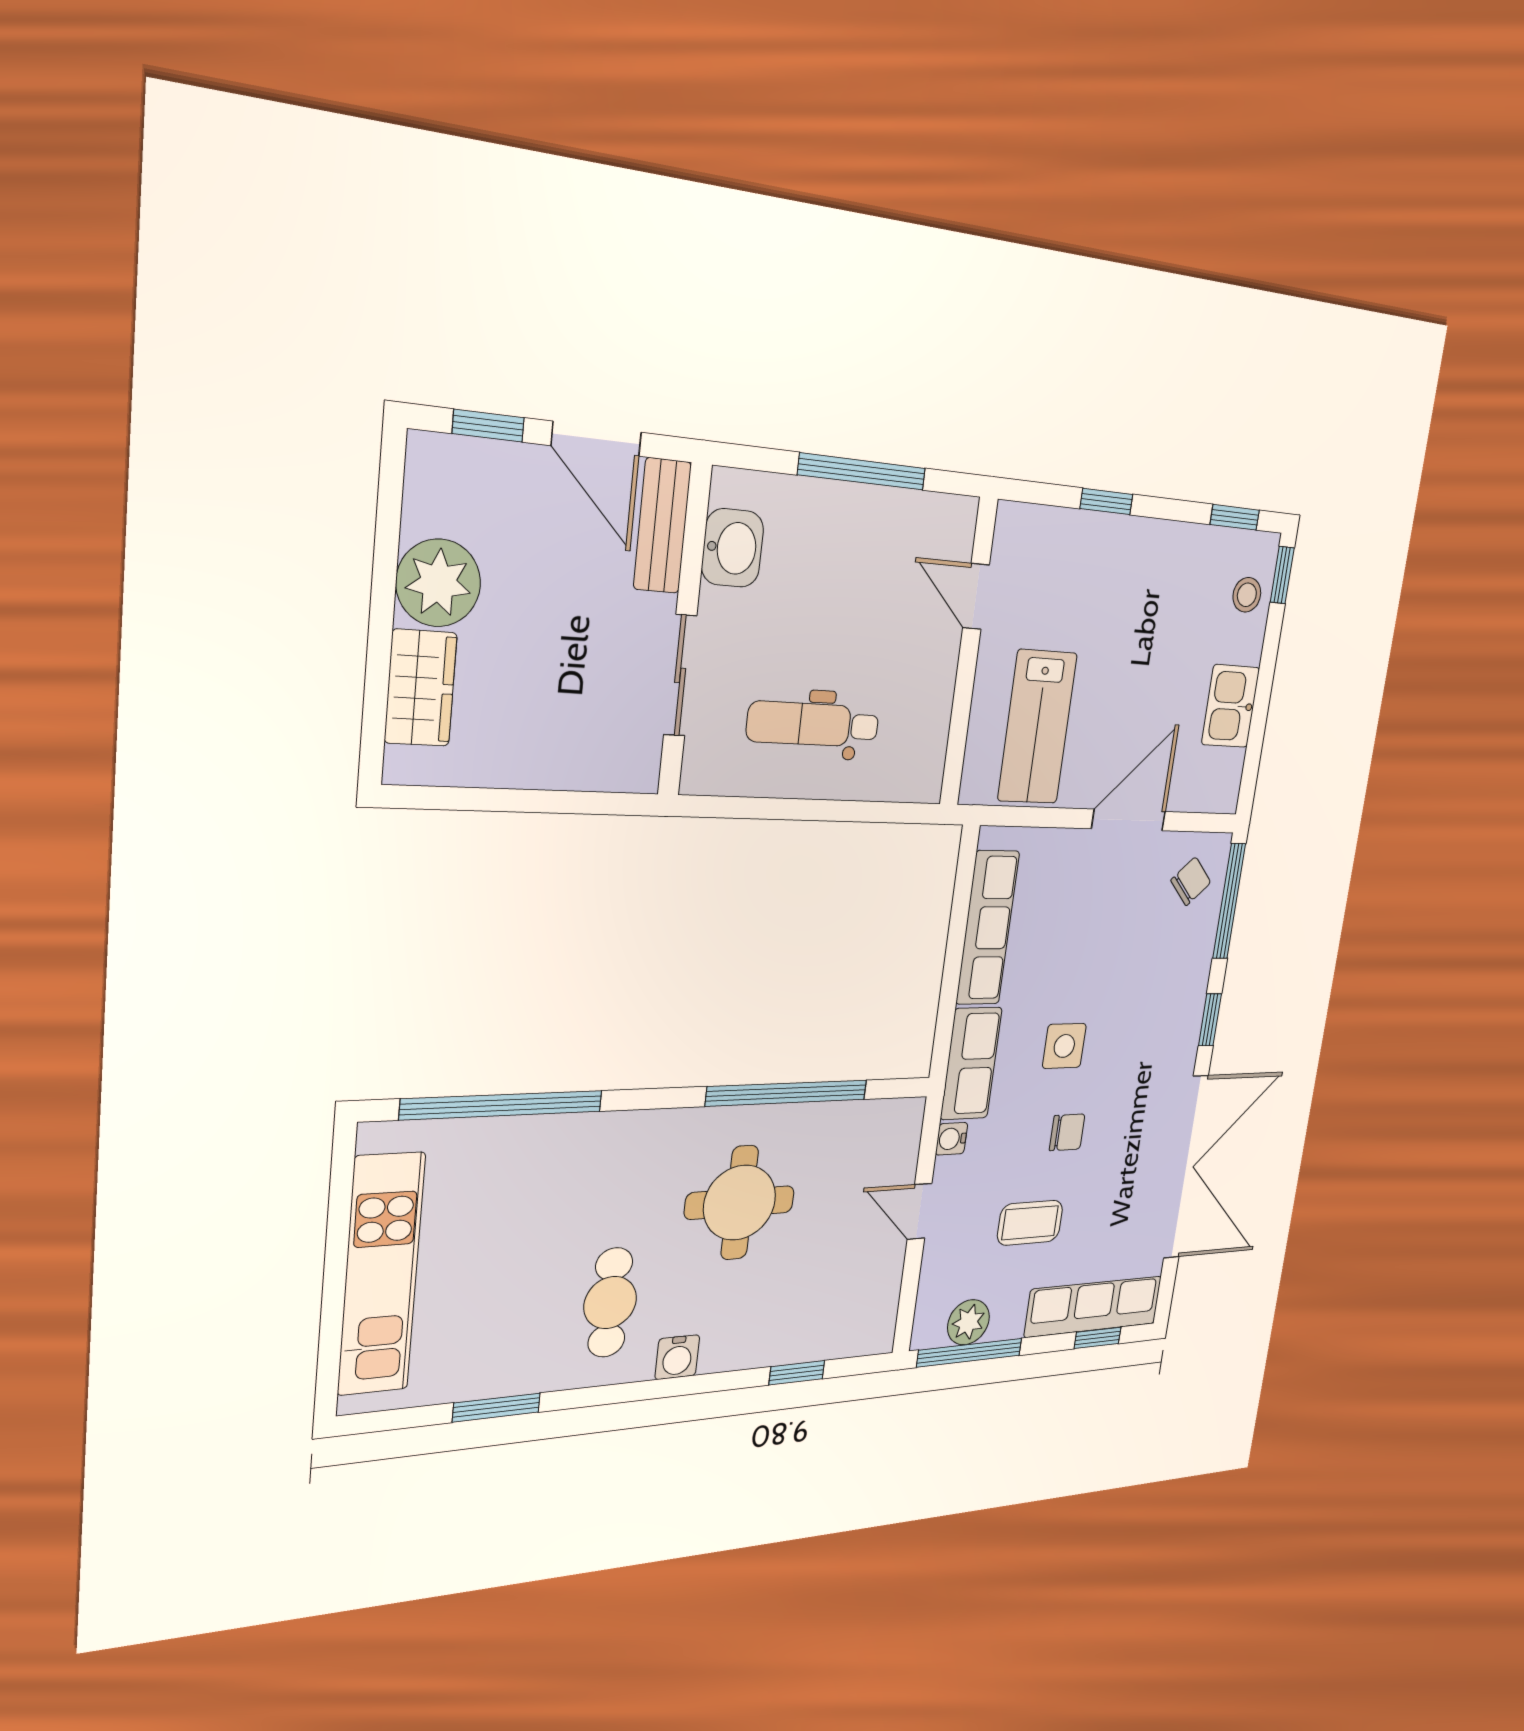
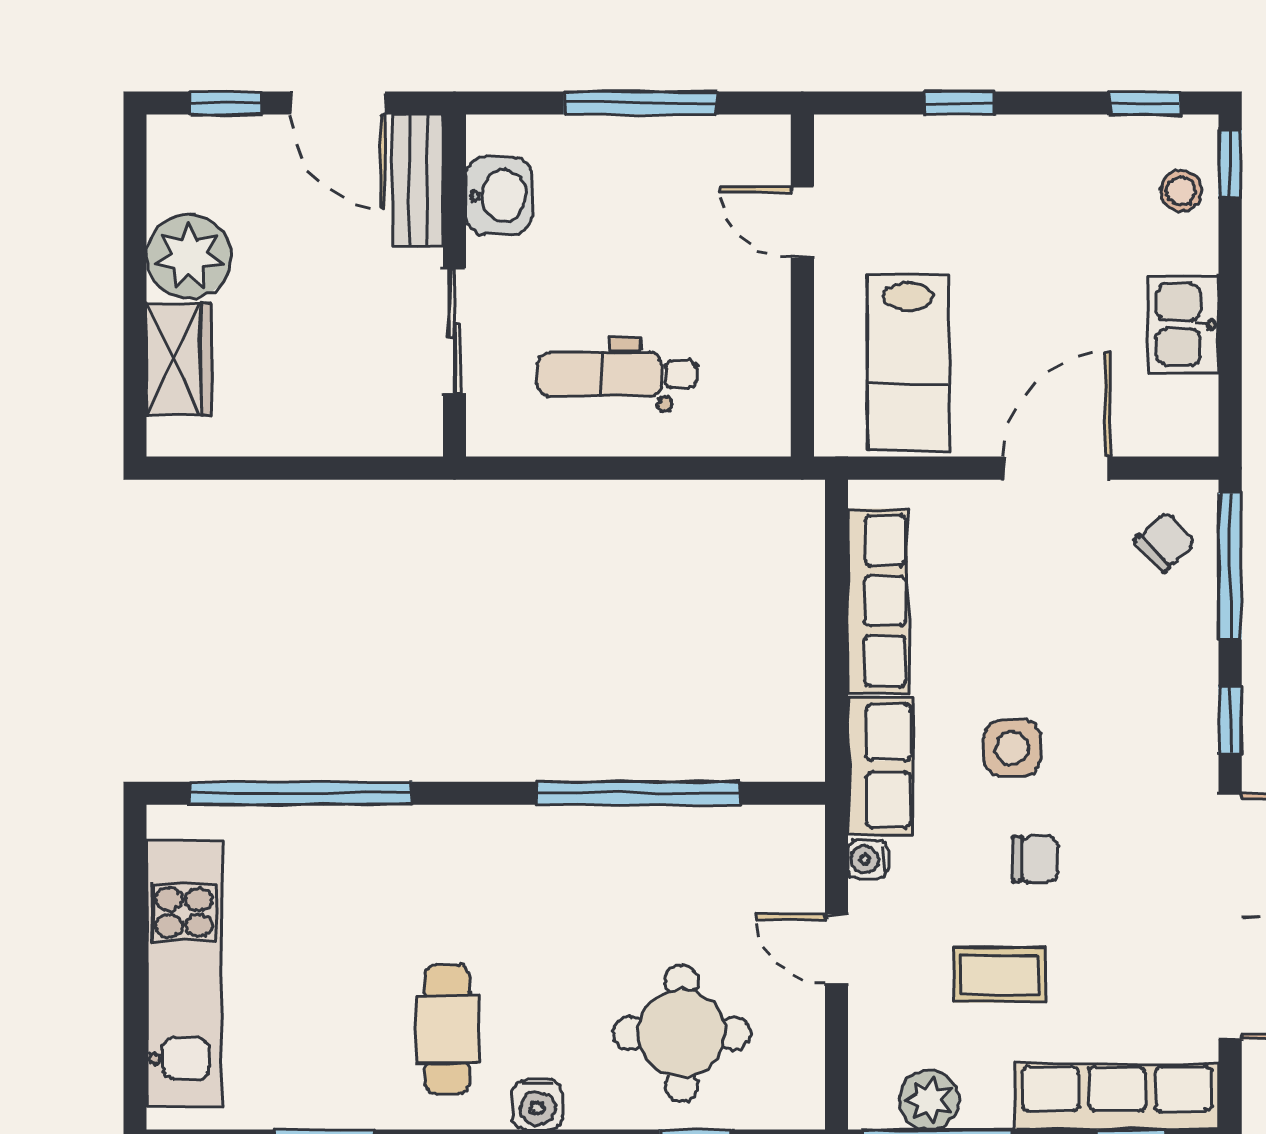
round table: (740, 1203) -> (682, 1033), moved

